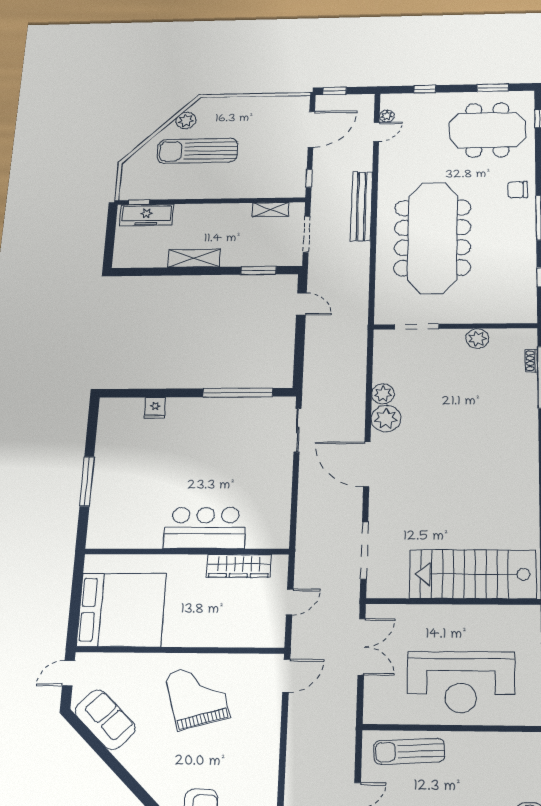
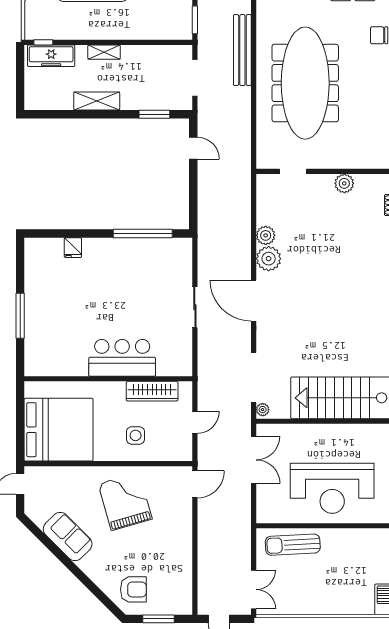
window: (309, 178) -> (195, 20), width x1.50
shelving: (271, 210) -> (104, 52), moved
doorway: (417, 327) -> (293, 171), width x0.73
sliding door: (298, 430) -> (195, 307), moved
plant: (374, 588) -> (263, 410), added
side table: (215, 617) -> (136, 435), added
sofa: (105, 720) -> (68, 537), moved

